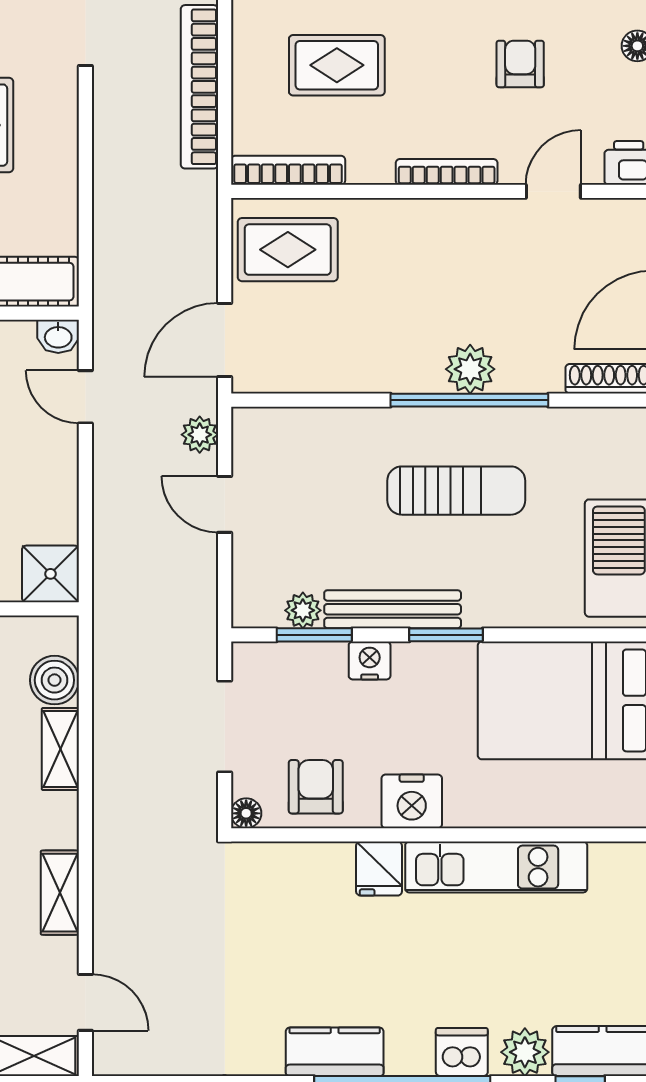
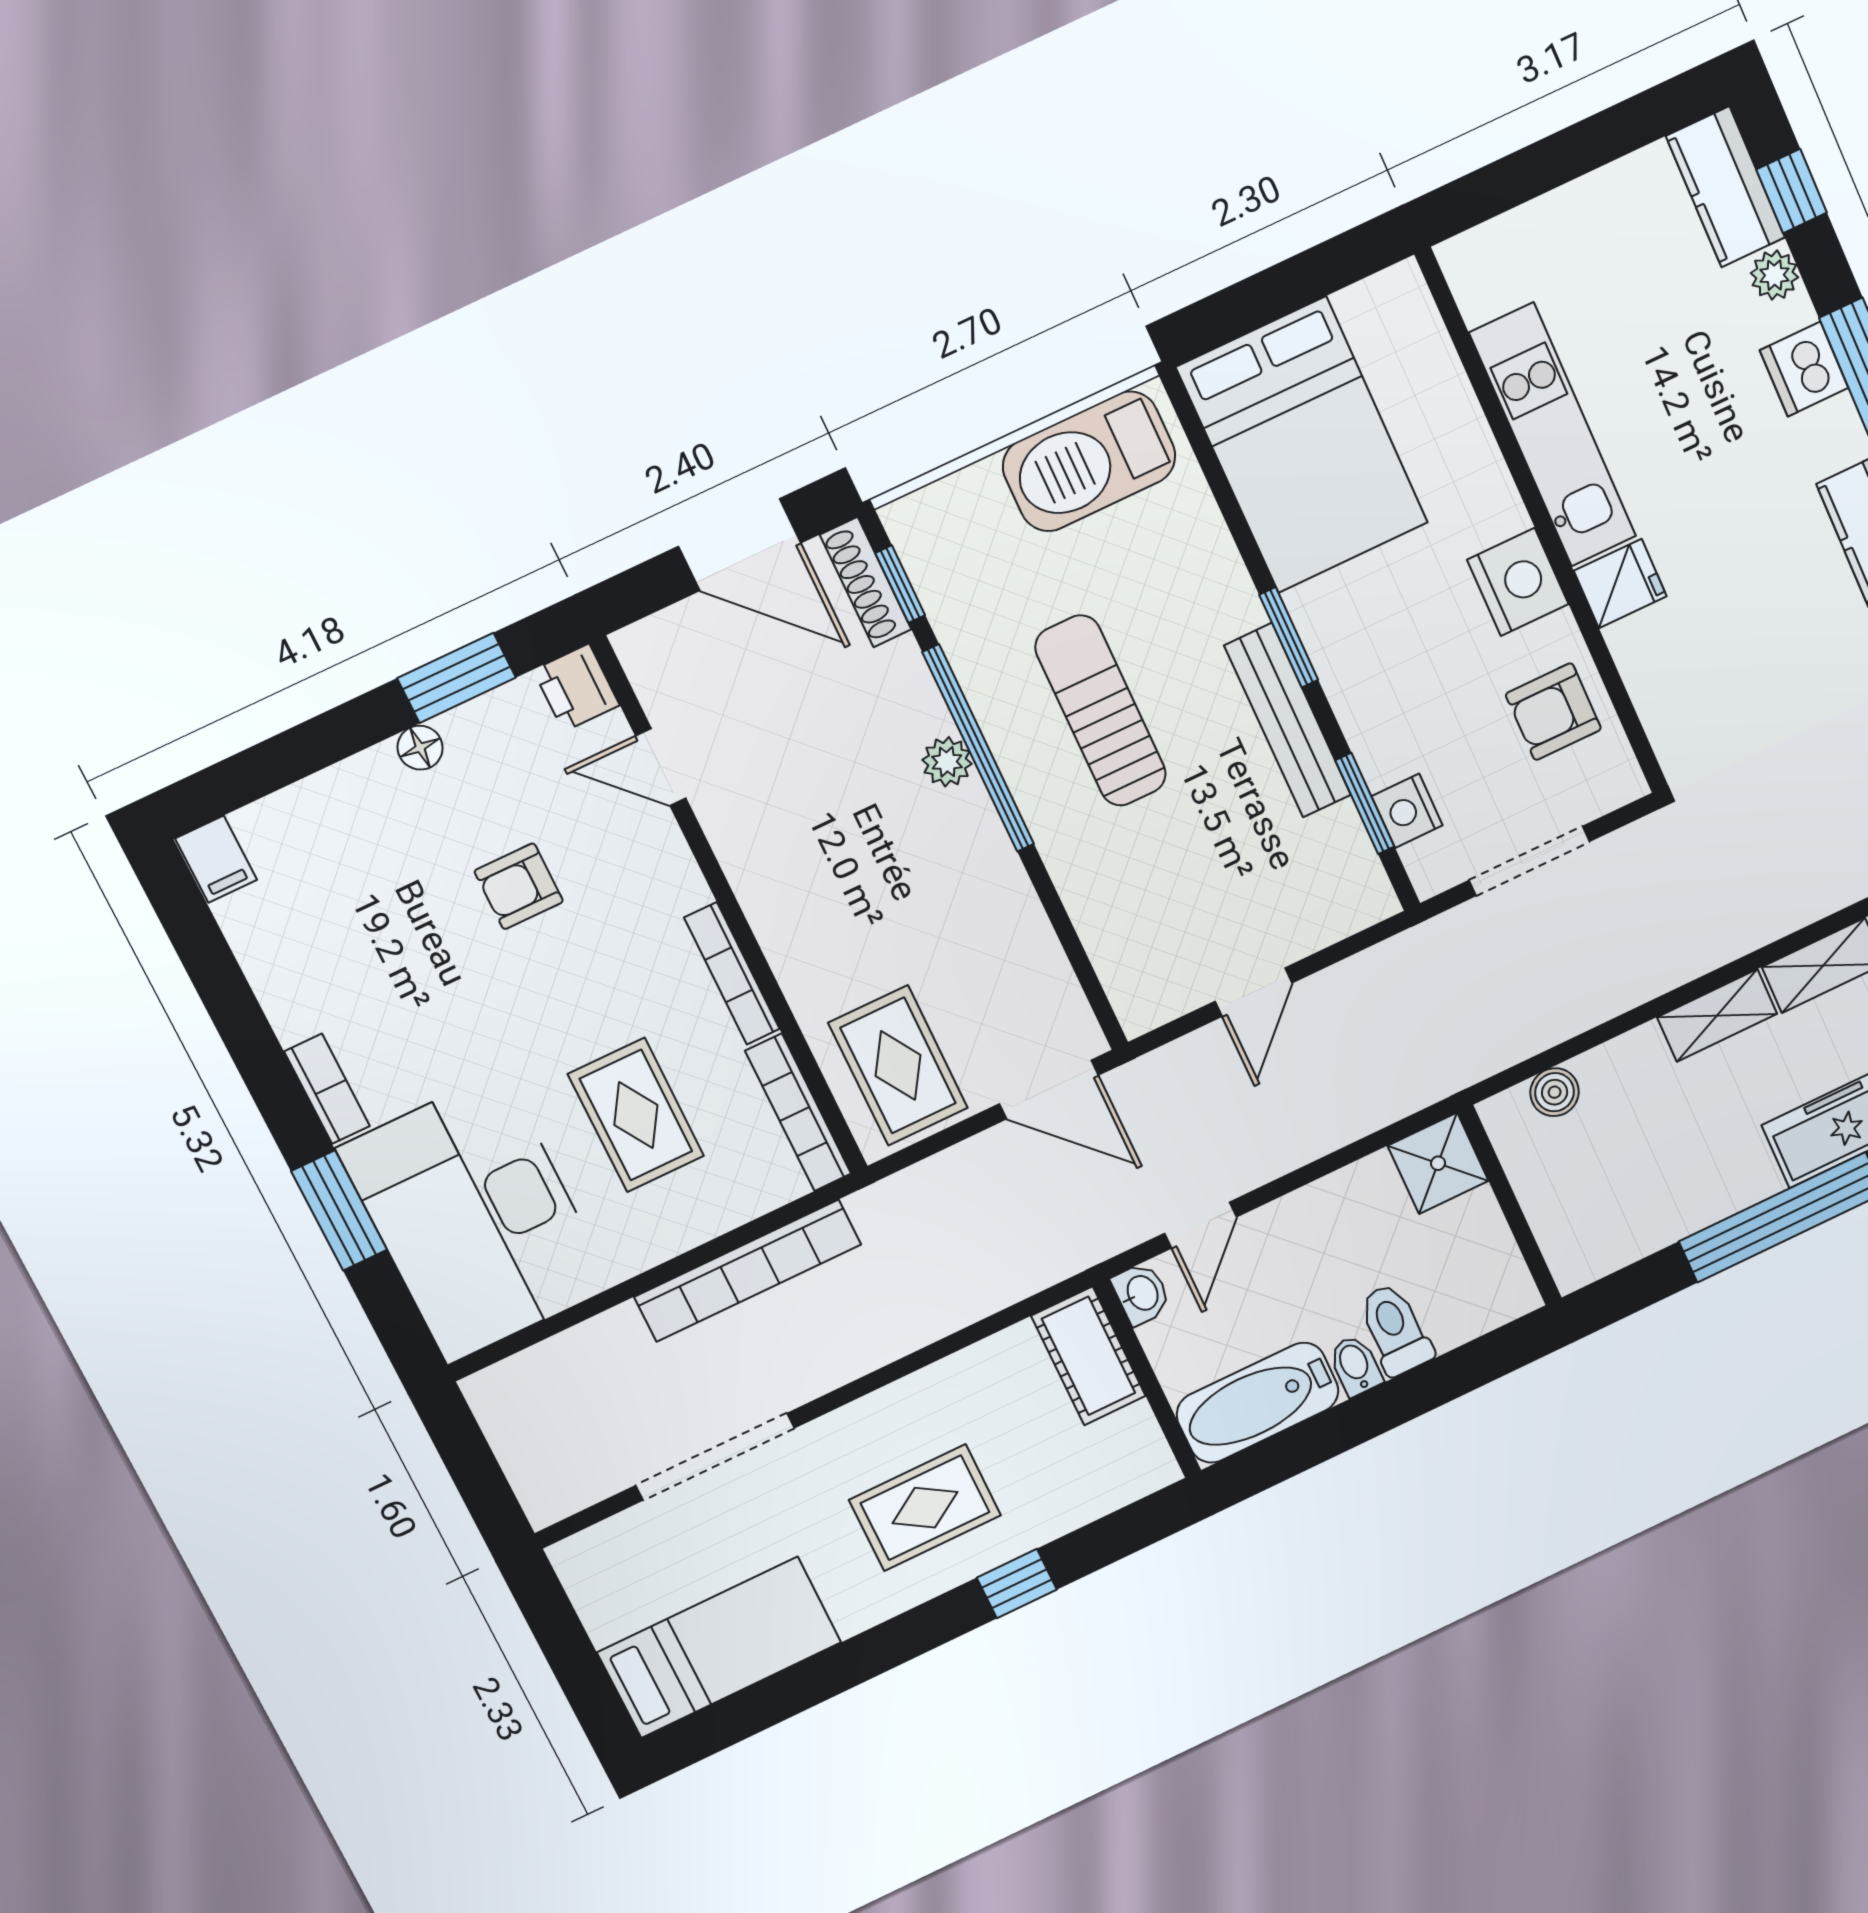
bookcase: (447, 172) -> (732, 973), moved
plant: (470, 369) -> (947, 762), width x0.73, depth x0.73
window: (598, 400) -> (900, 584), added
plant: (200, 435) -> (1181, 1064), removed
plant: (303, 610) -> (1341, 832), removed
nightstand: (370, 661) -> (1407, 811), moved
boiler: (54, 680) -> (1555, 1092), width x0.73, depth x0.73
shelving: (60, 749) -> (1717, 1015), moved
floor lamp: (246, 813) -> (1625, 783), removed
plant: (525, 1052) -> (1774, 275), width x0.73, depth x0.73

